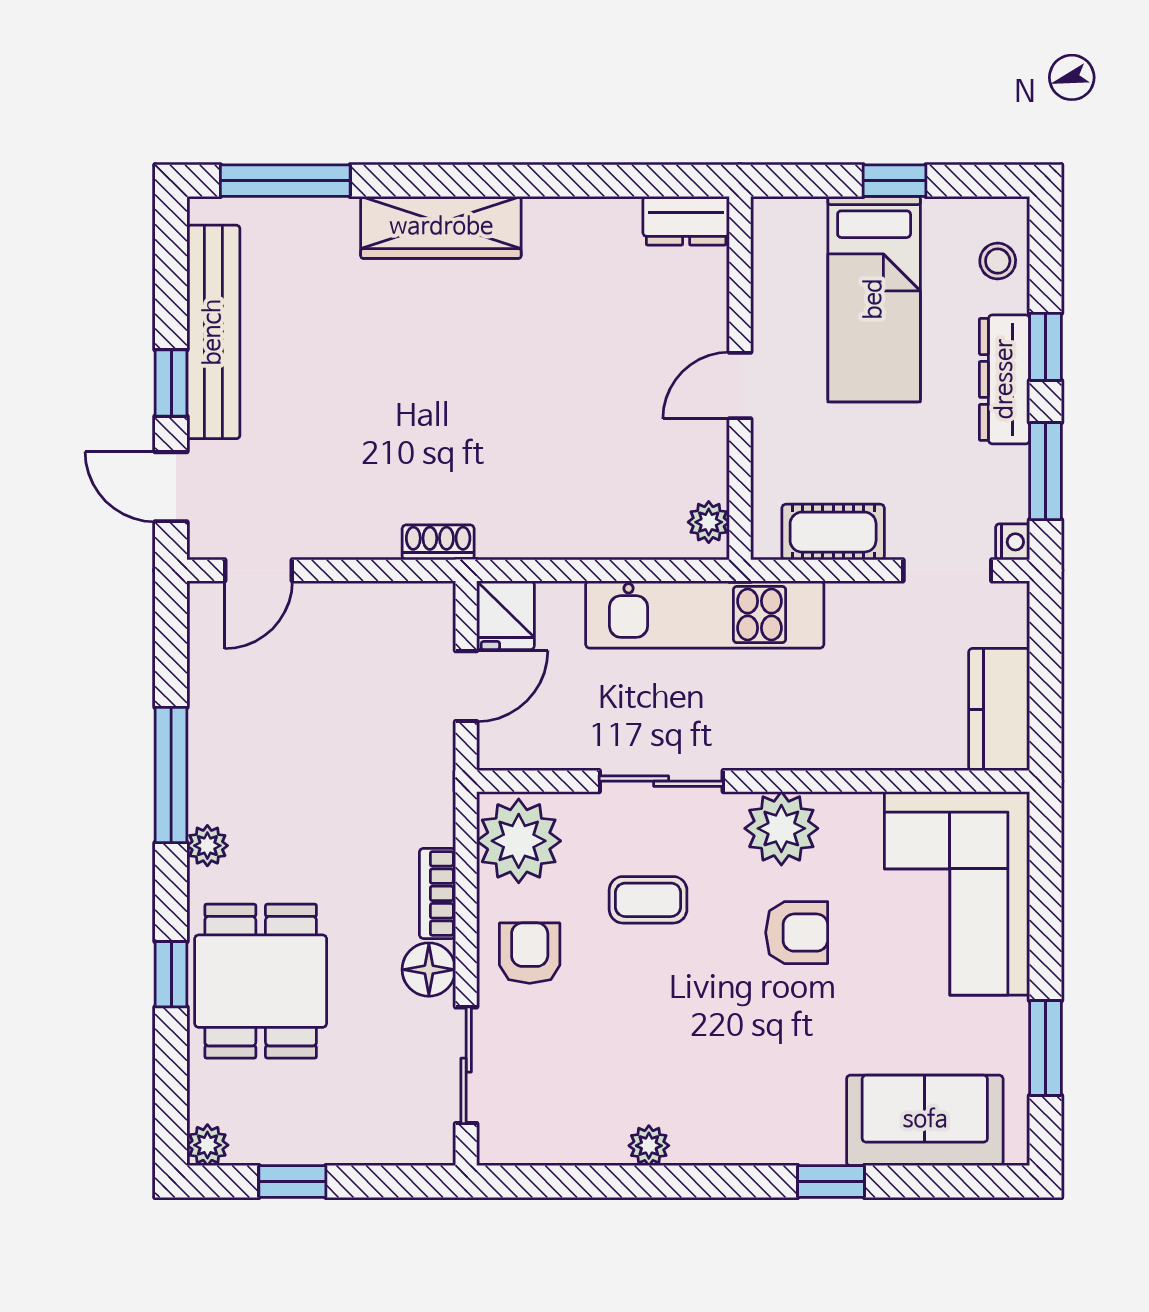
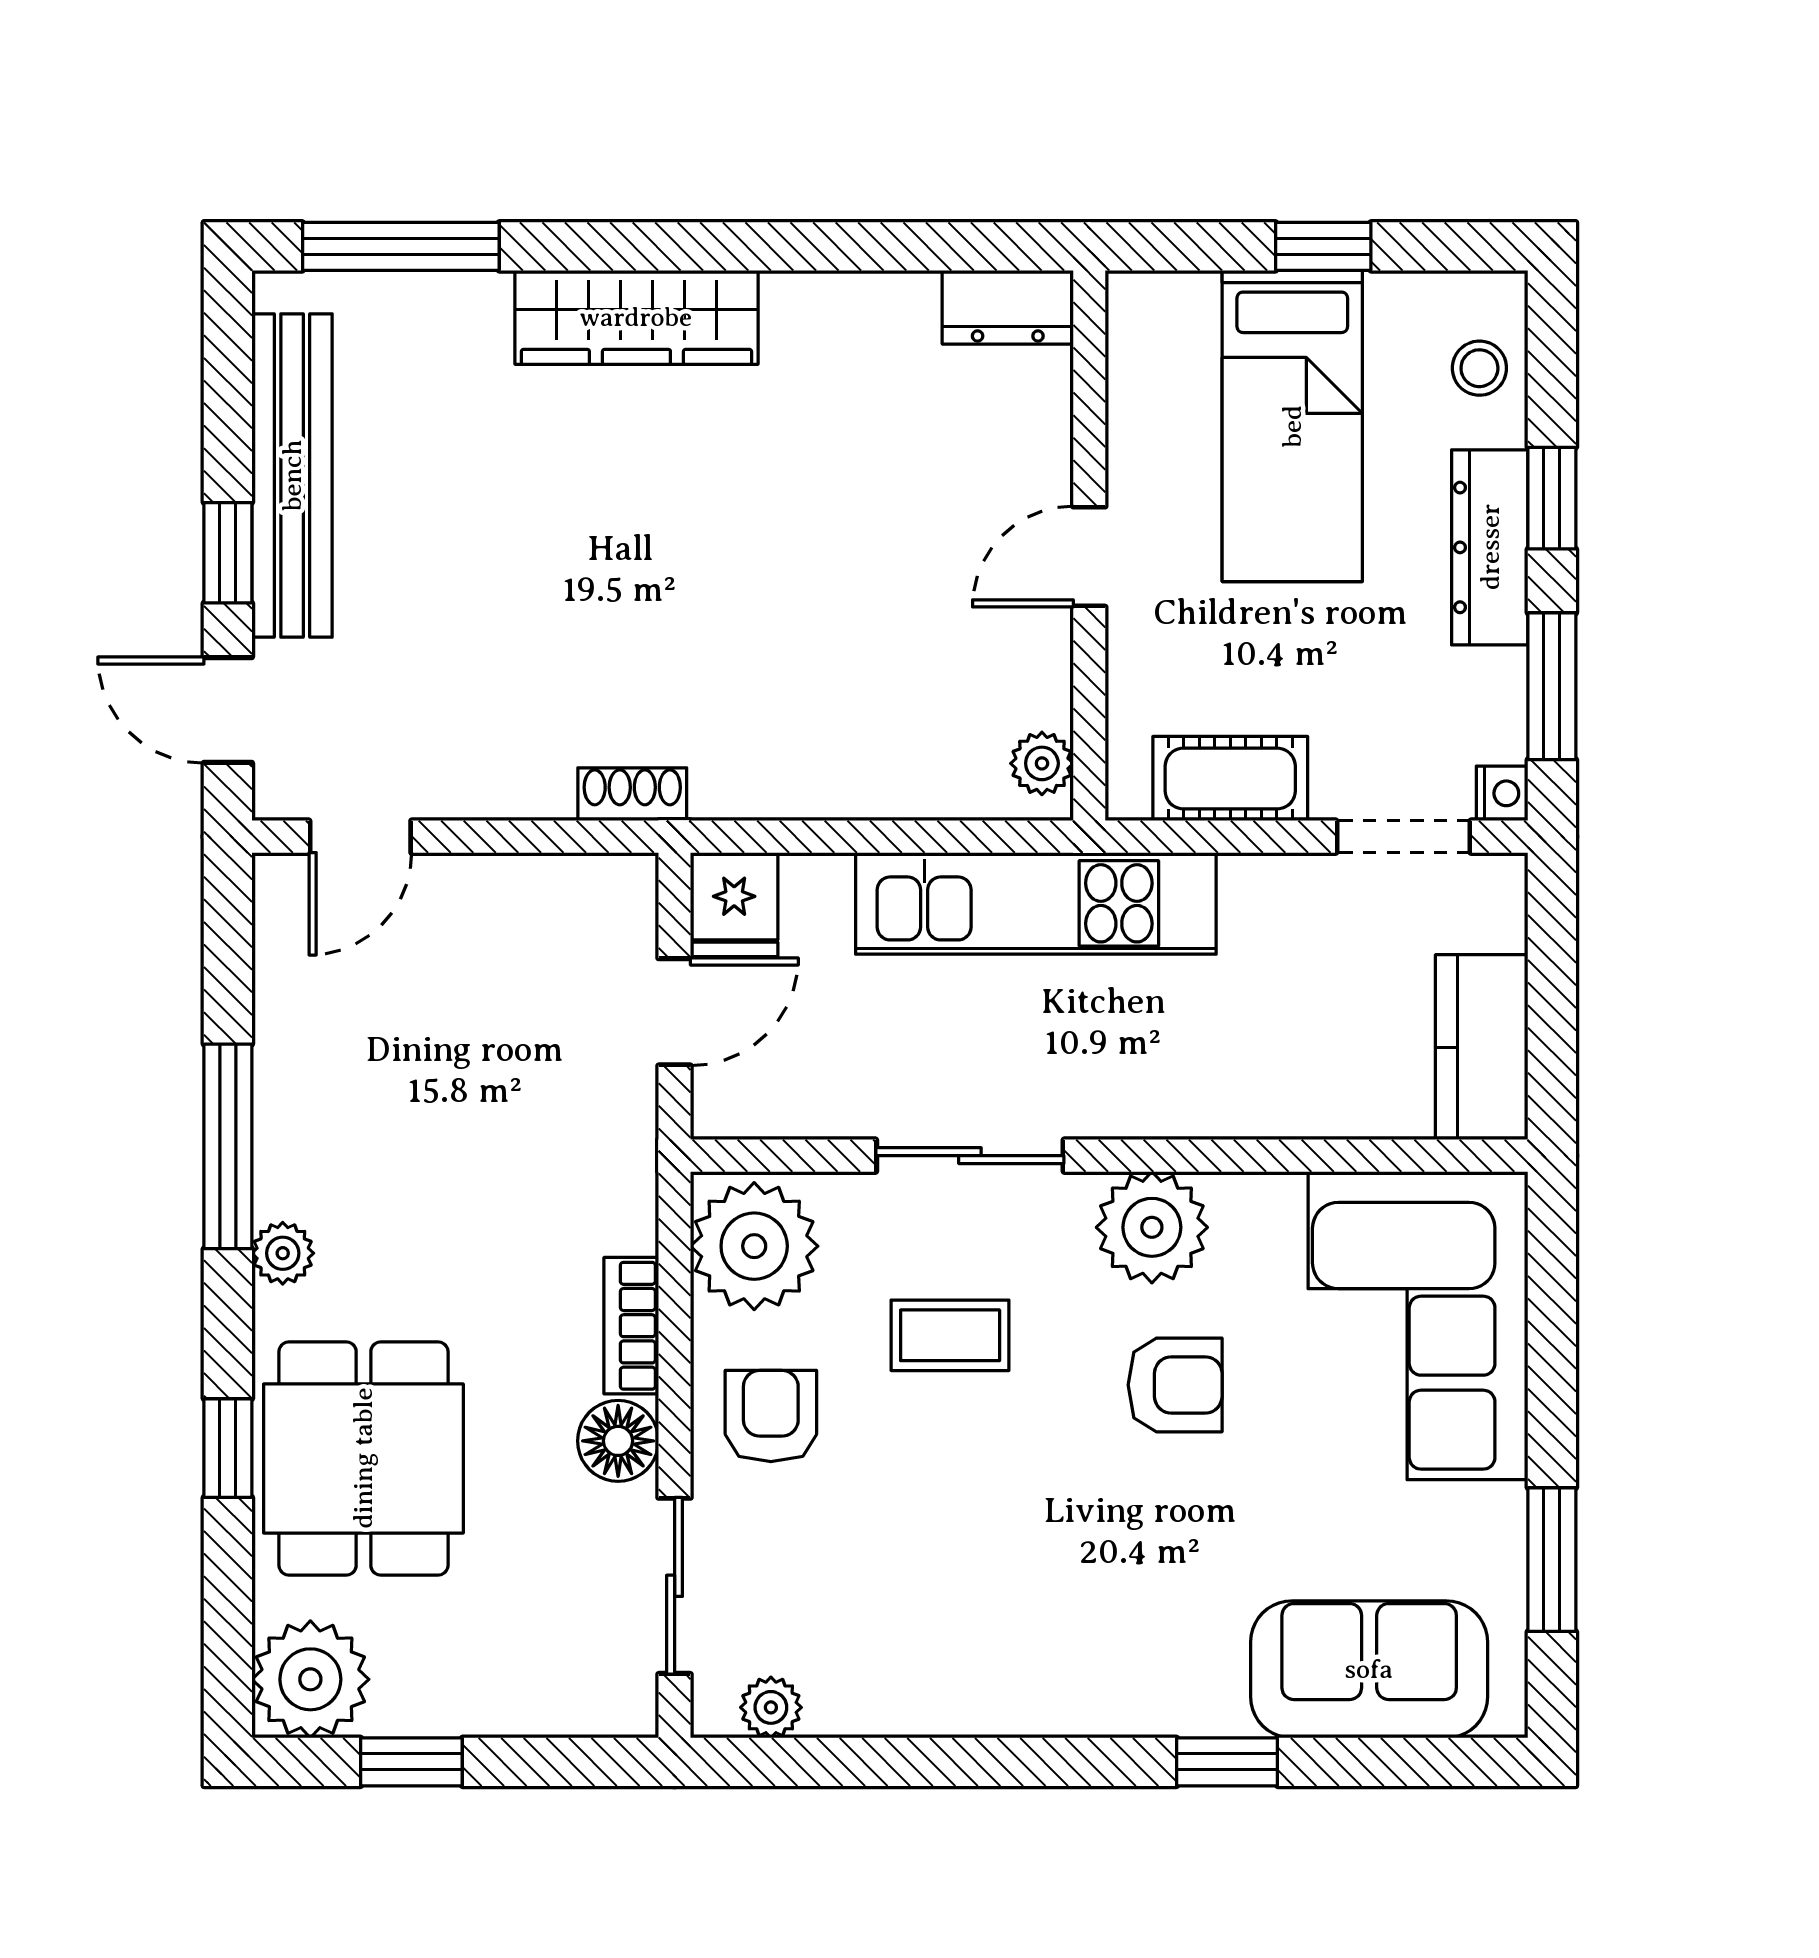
plant: (207, 1145) -> (310, 1679), width x1.88, depth x1.88
plant: (649, 1146) -> (771, 1707), moved

